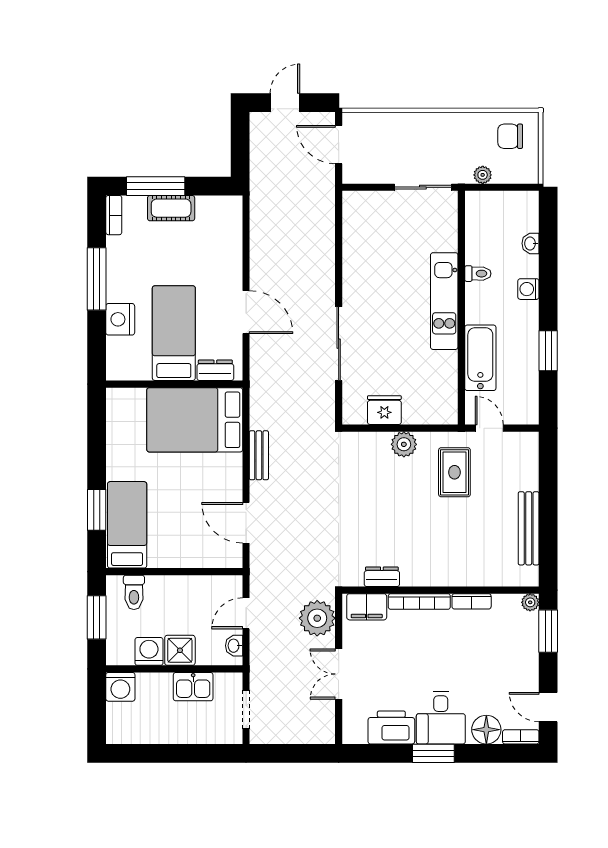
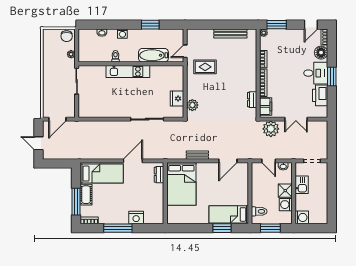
chair: (510, 136) -> (67, 36), moved
bed: (174, 333) -> (102, 174), moved, turned 180
plant: (404, 444) -> (192, 105), moved

